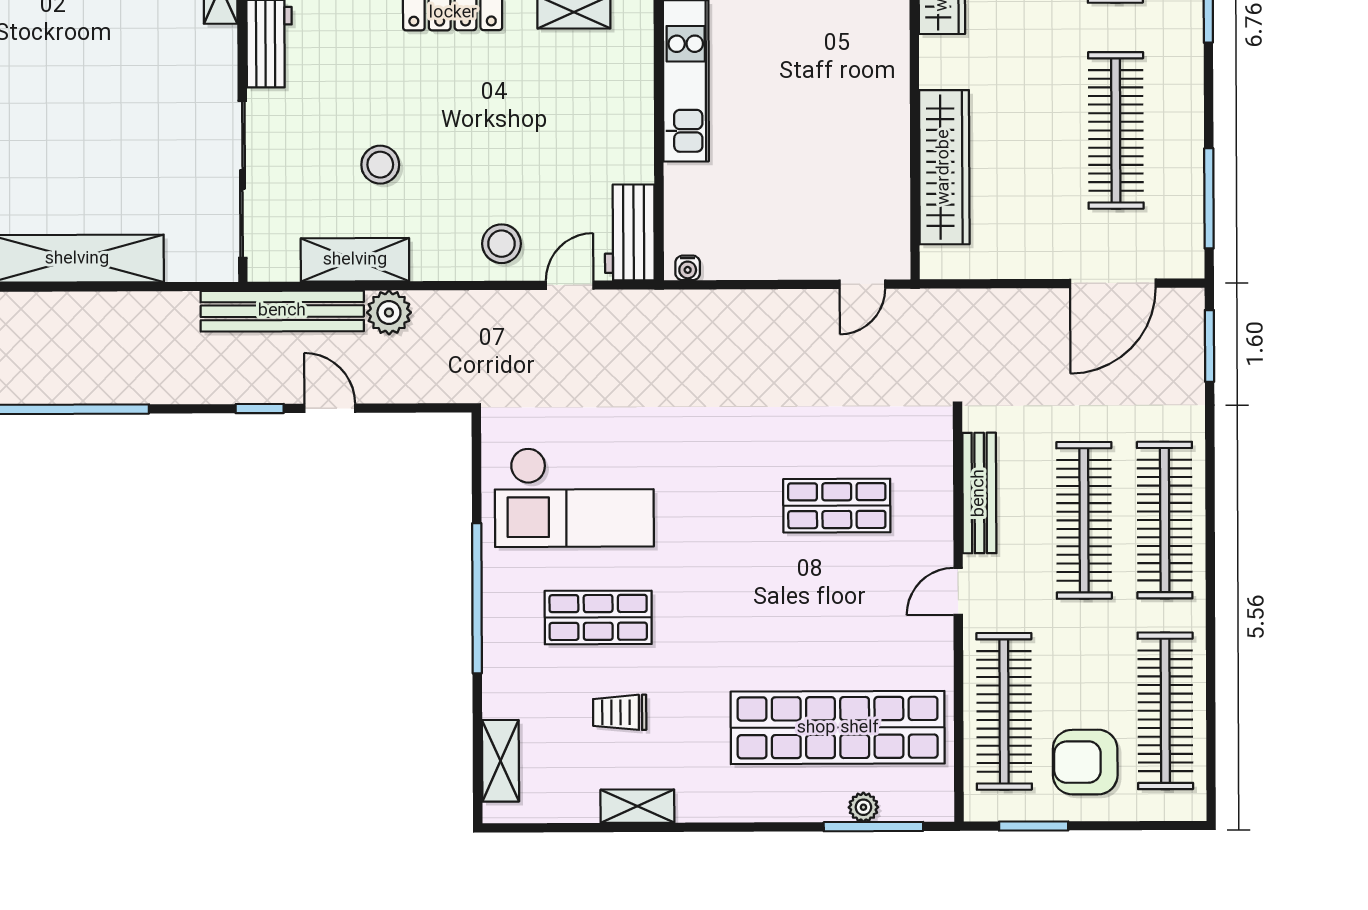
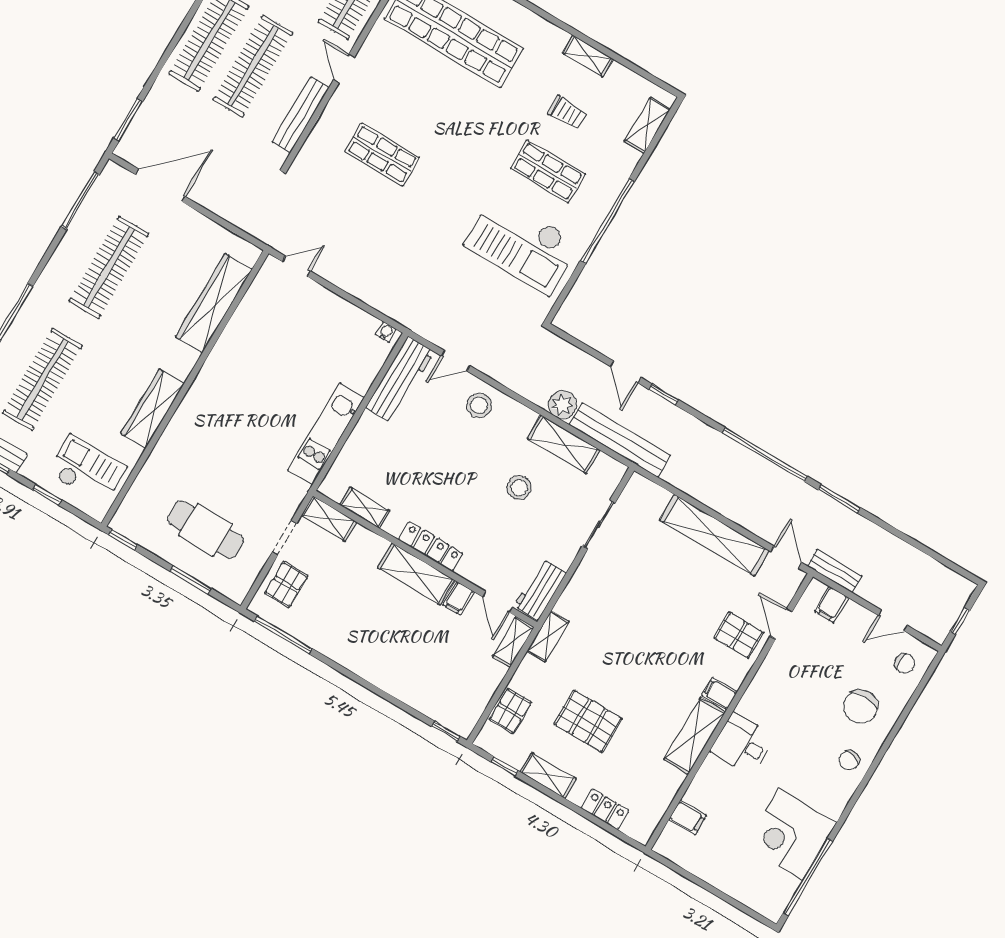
sliding door: (243, 179) -> (599, 524), width x0.54
workbench: (630, 232) -> (400, 380), width x1.38
checkout: (574, 497) -> (522, 244), turned 180
door: (958, 591) -> (344, 68), swing flipped

